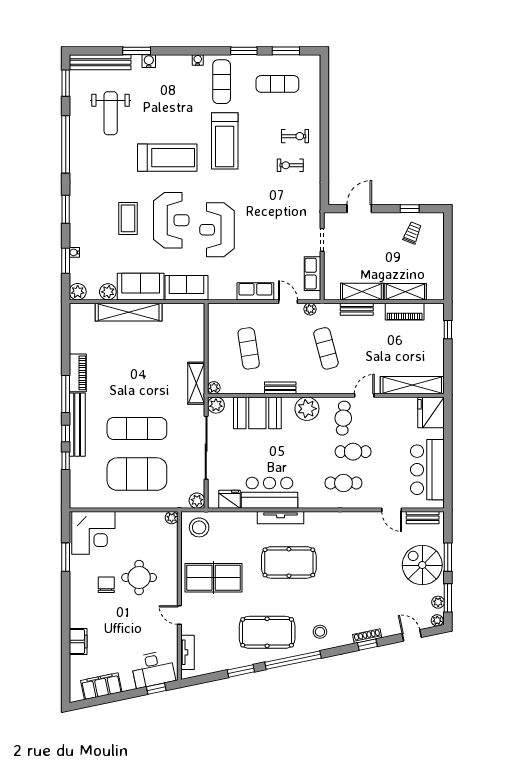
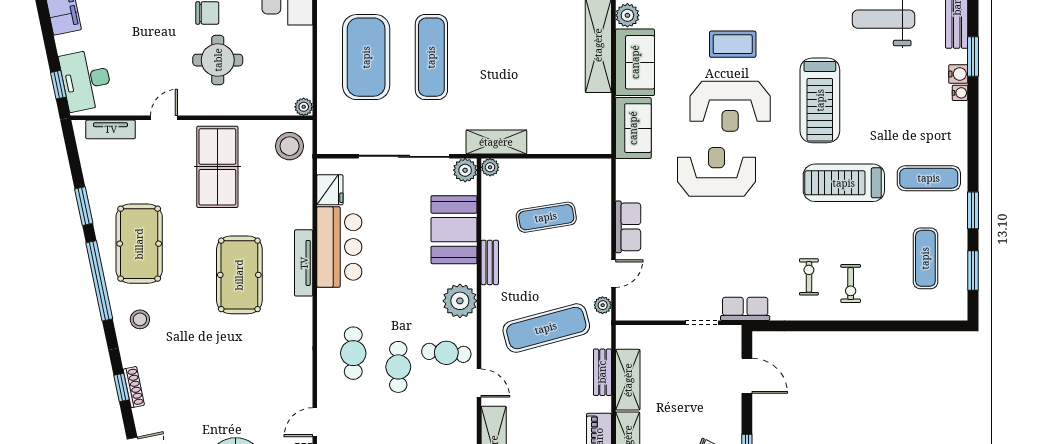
water cooler: (198, 60) -> (960, 93), moved
row of seats: (313, 274) -> (745, 309), moved
exercise mat: (326, 348) -> (546, 328), width x1.36, depth x1.45
plant: (197, 501) -> (328, 143), removed

